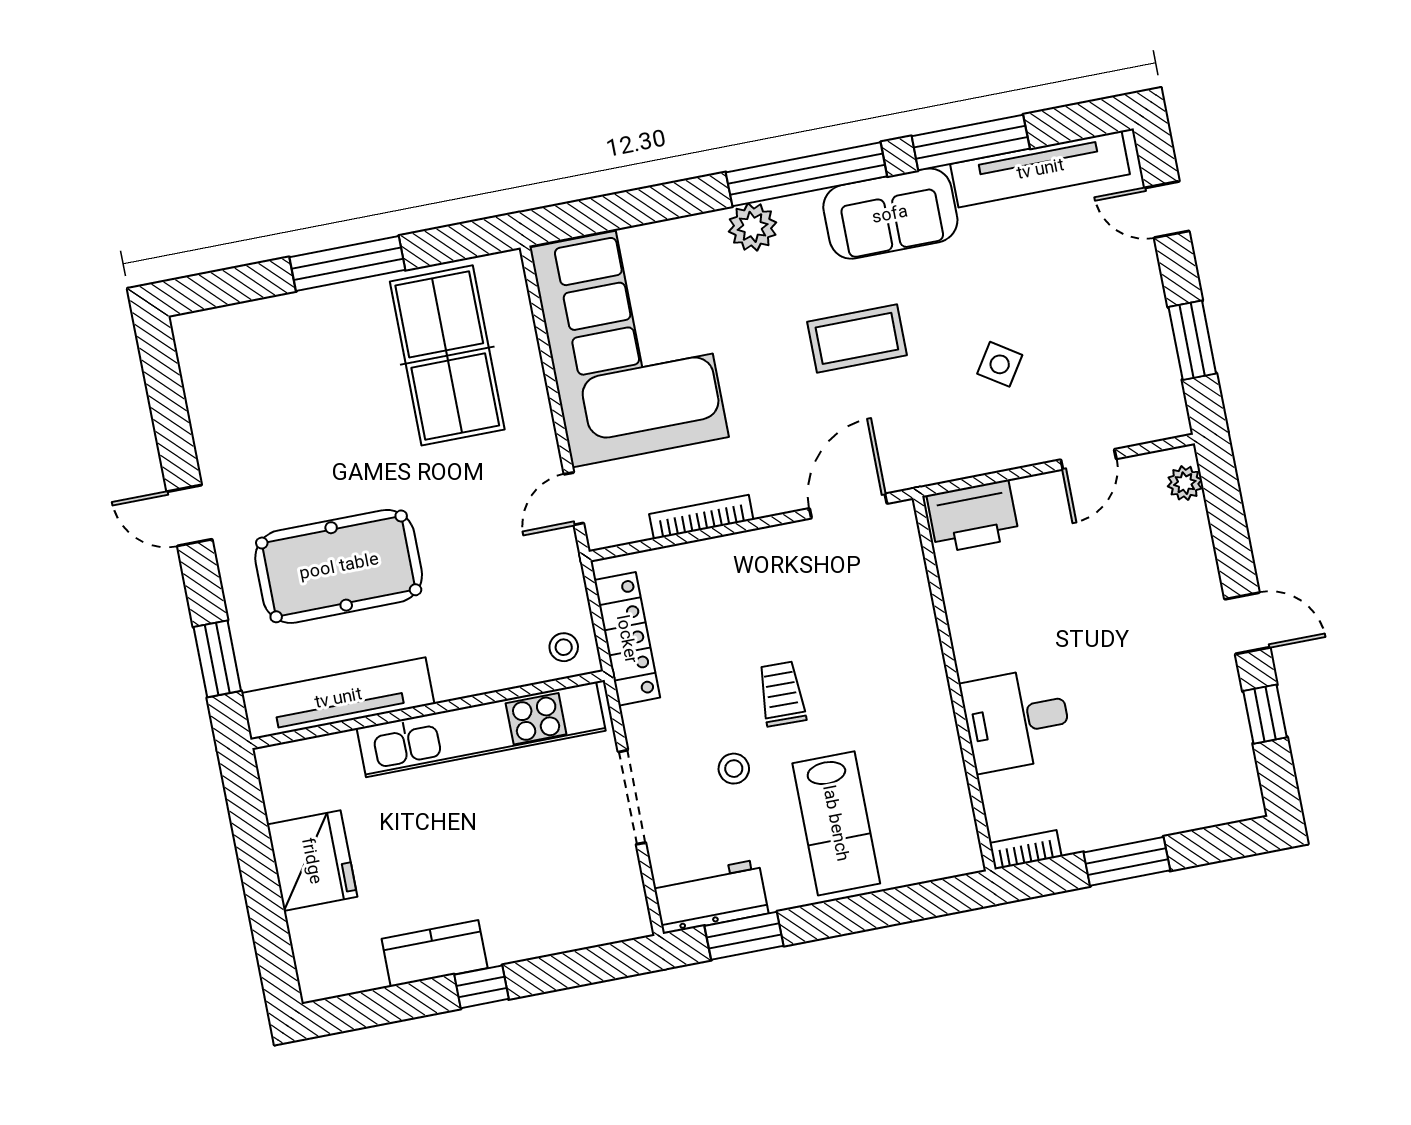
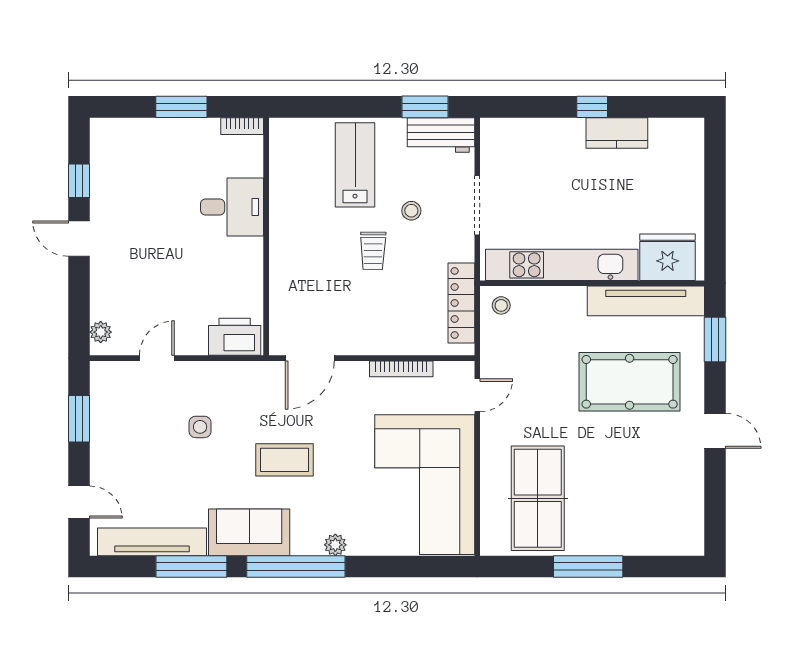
plant: (753, 227) -> (335, 545), width x0.73, depth x0.73
side table: (1000, 364) -> (200, 427), turned -33
fridge: (312, 861) -> (668, 257), moved, turned 90

